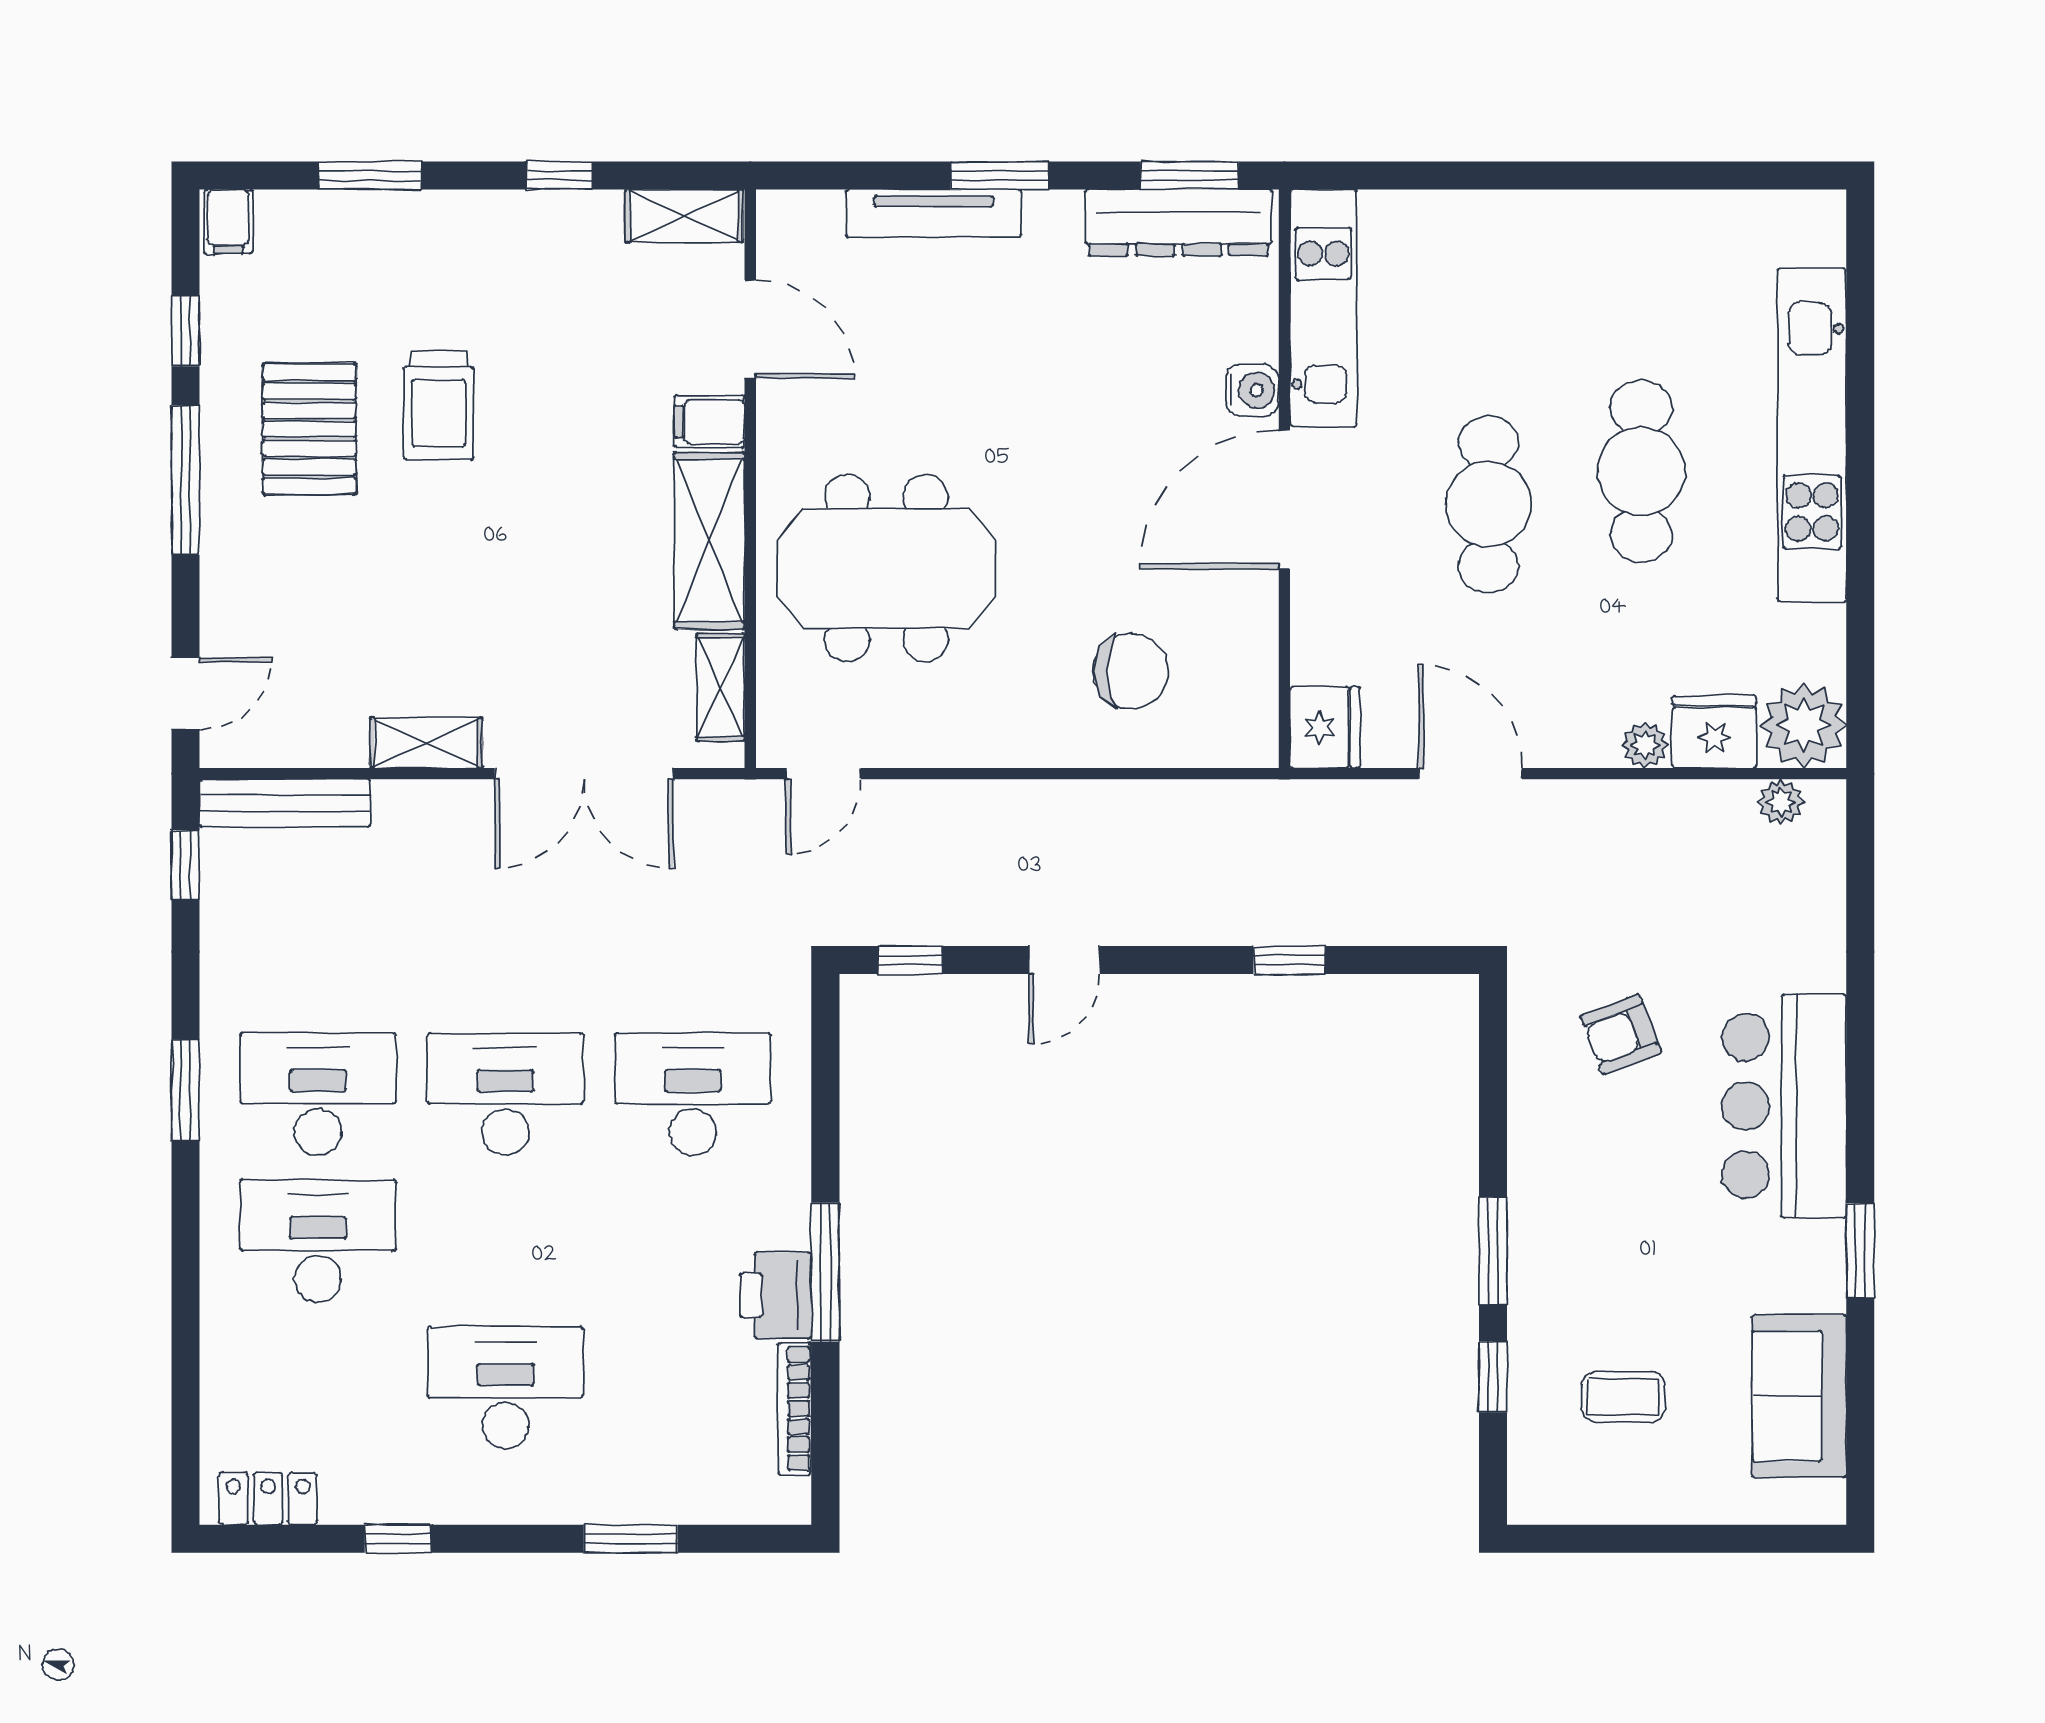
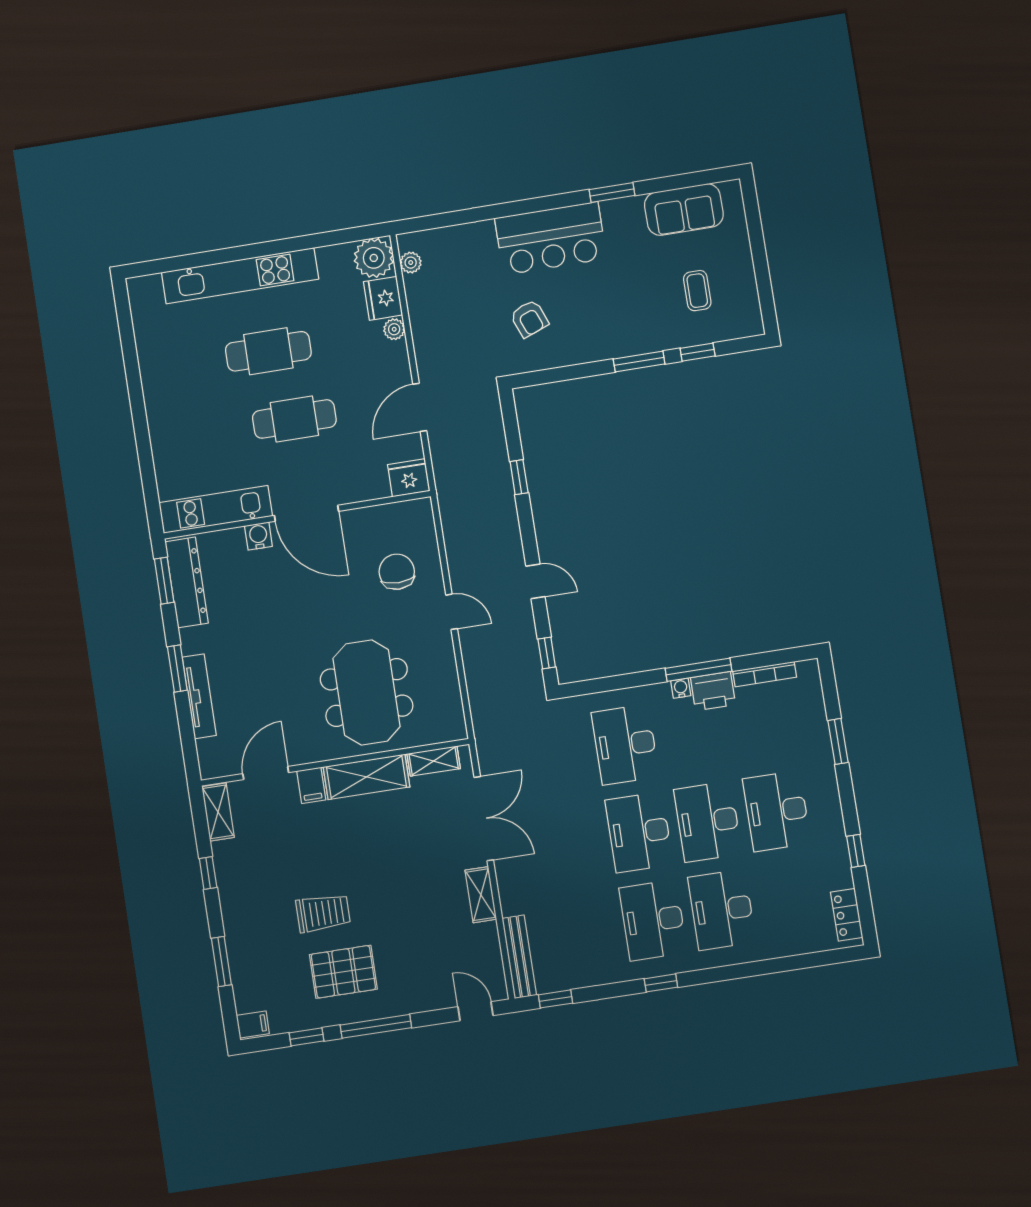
door: (823, 774) -> (452, 612), moved
window: (185, 1090) -> (661, 983), width x0.67
water cooler: (793, 1229) -> (681, 688), added
desk: (505, 1241) -> (708, 822), added

